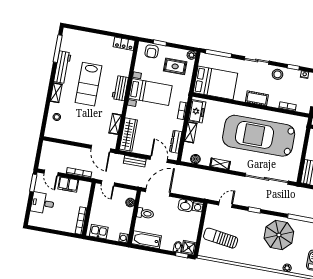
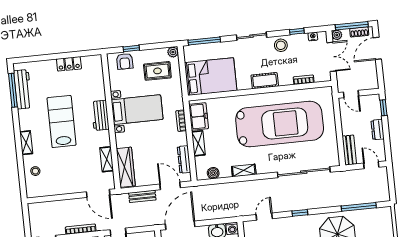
locker: (124, 44) -> (69, 64), moved
workbench: (62, 67) -> (23, 89), moved
lab bench: (89, 84) -> (62, 121), turned 180
car: (259, 136) -> (280, 124), turned 180

